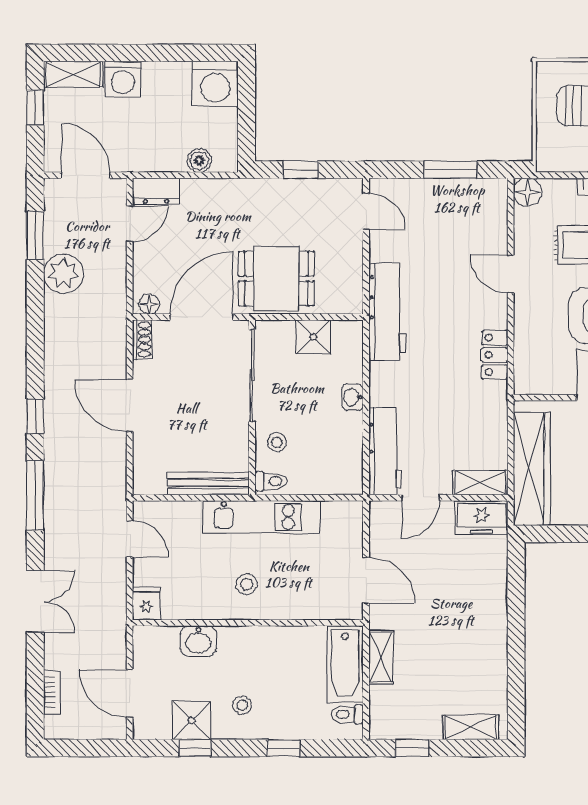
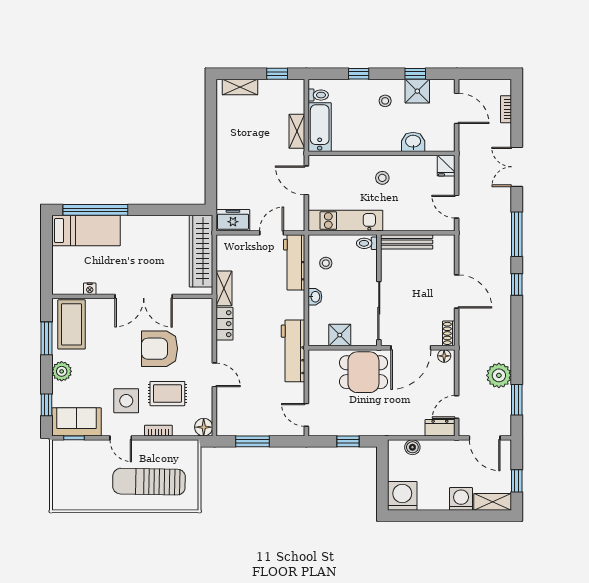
stool: (277, 442) -> (326, 263), moved
shelving: (480, 483) -> (224, 288), moved, turned 90
kitchen unit: (261, 517) -> (345, 221), moved

